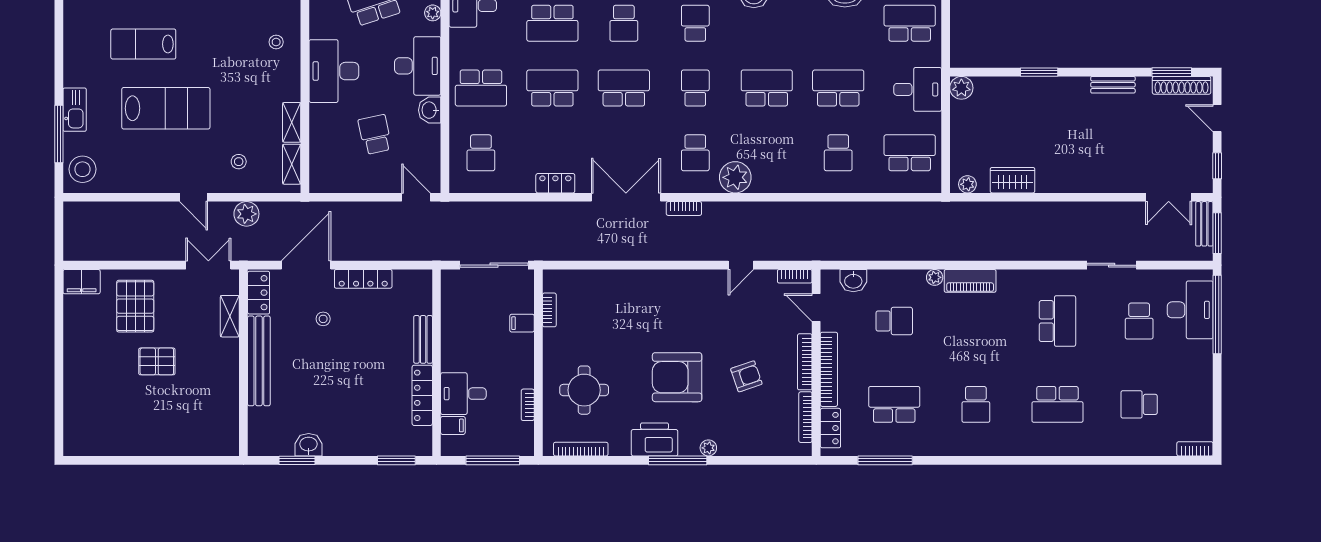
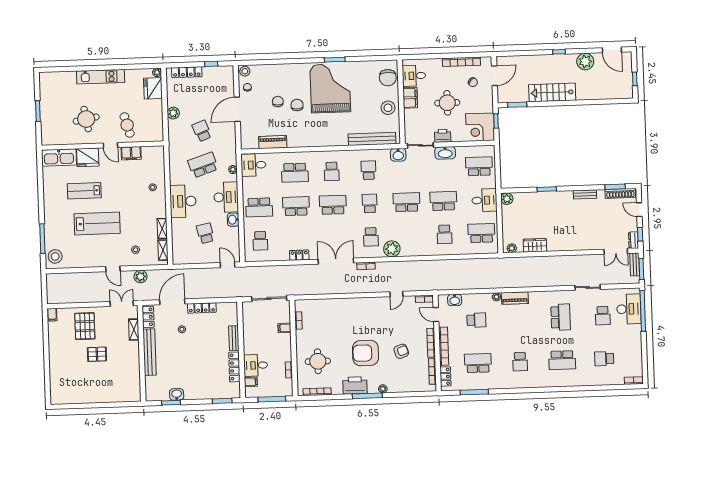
kitchen sink: (75, 110) -> (50, 226), removed
dresser: (1204, 177) -> (633, 240), added
filing cabinet: (82, 282) -> (52, 315), width x0.50

